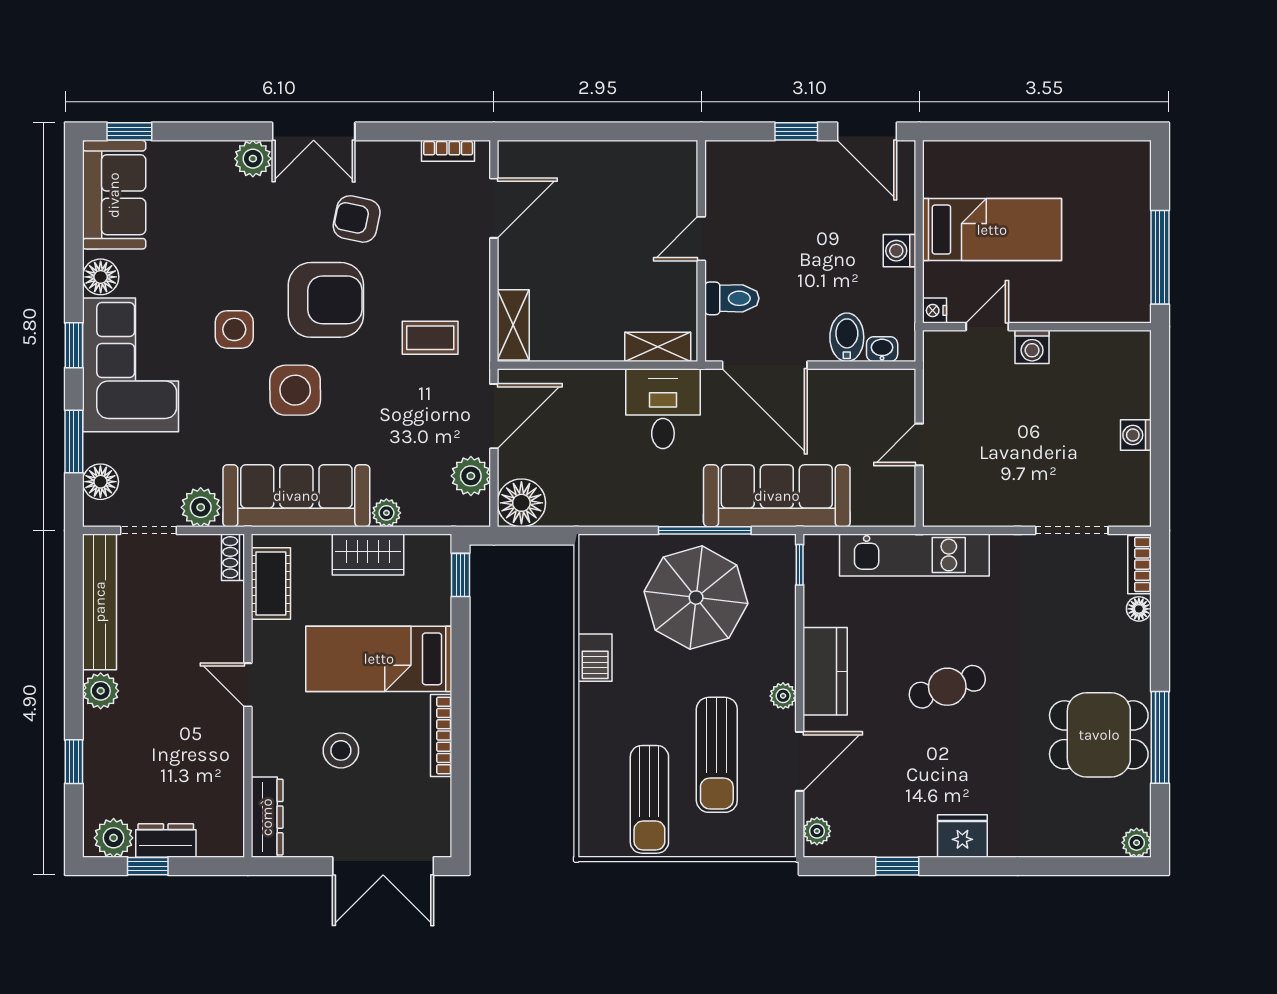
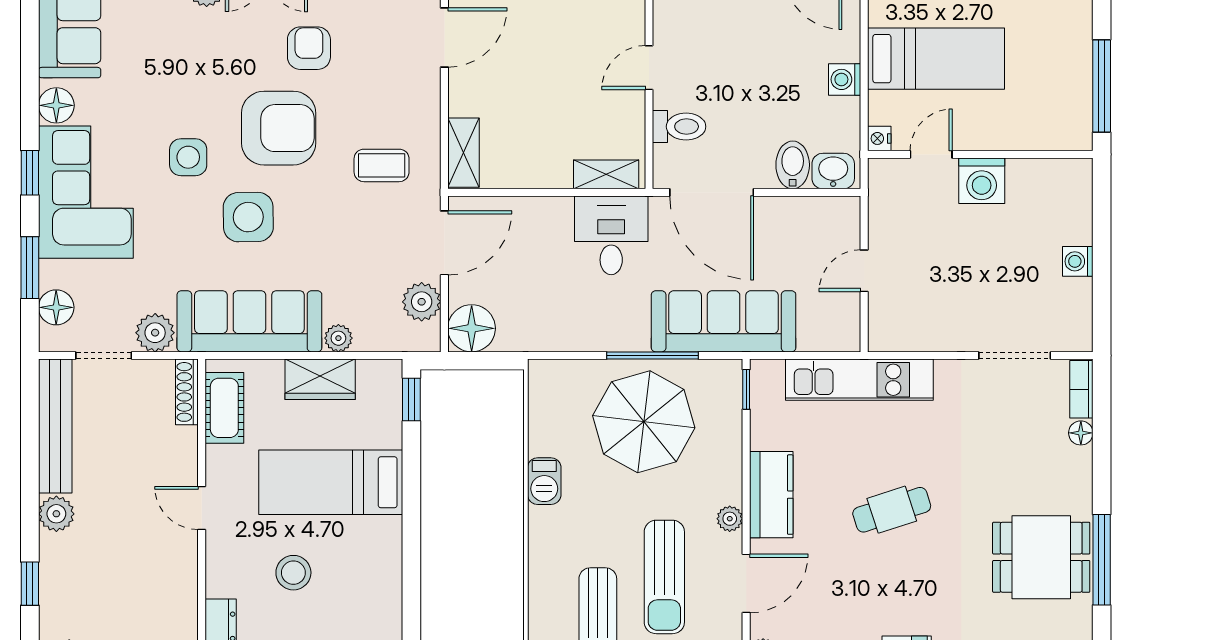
armchair: (357, 219) -> (309, 48), turned 78
washing machine: (1032, 347) -> (982, 181), width x1.38, depth x1.38
washbasin: (882, 349) -> (833, 171), width x1.38, depth x1.45
shoe rack: (233, 557) -> (187, 392), width x1.43
bookcase: (441, 736) -> (392, 558), removed

